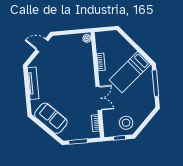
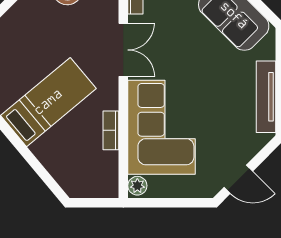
corner sofa: (78, 65) -> (162, 127), added
double door: (99, 98) -> (123, 50), swing flipped

